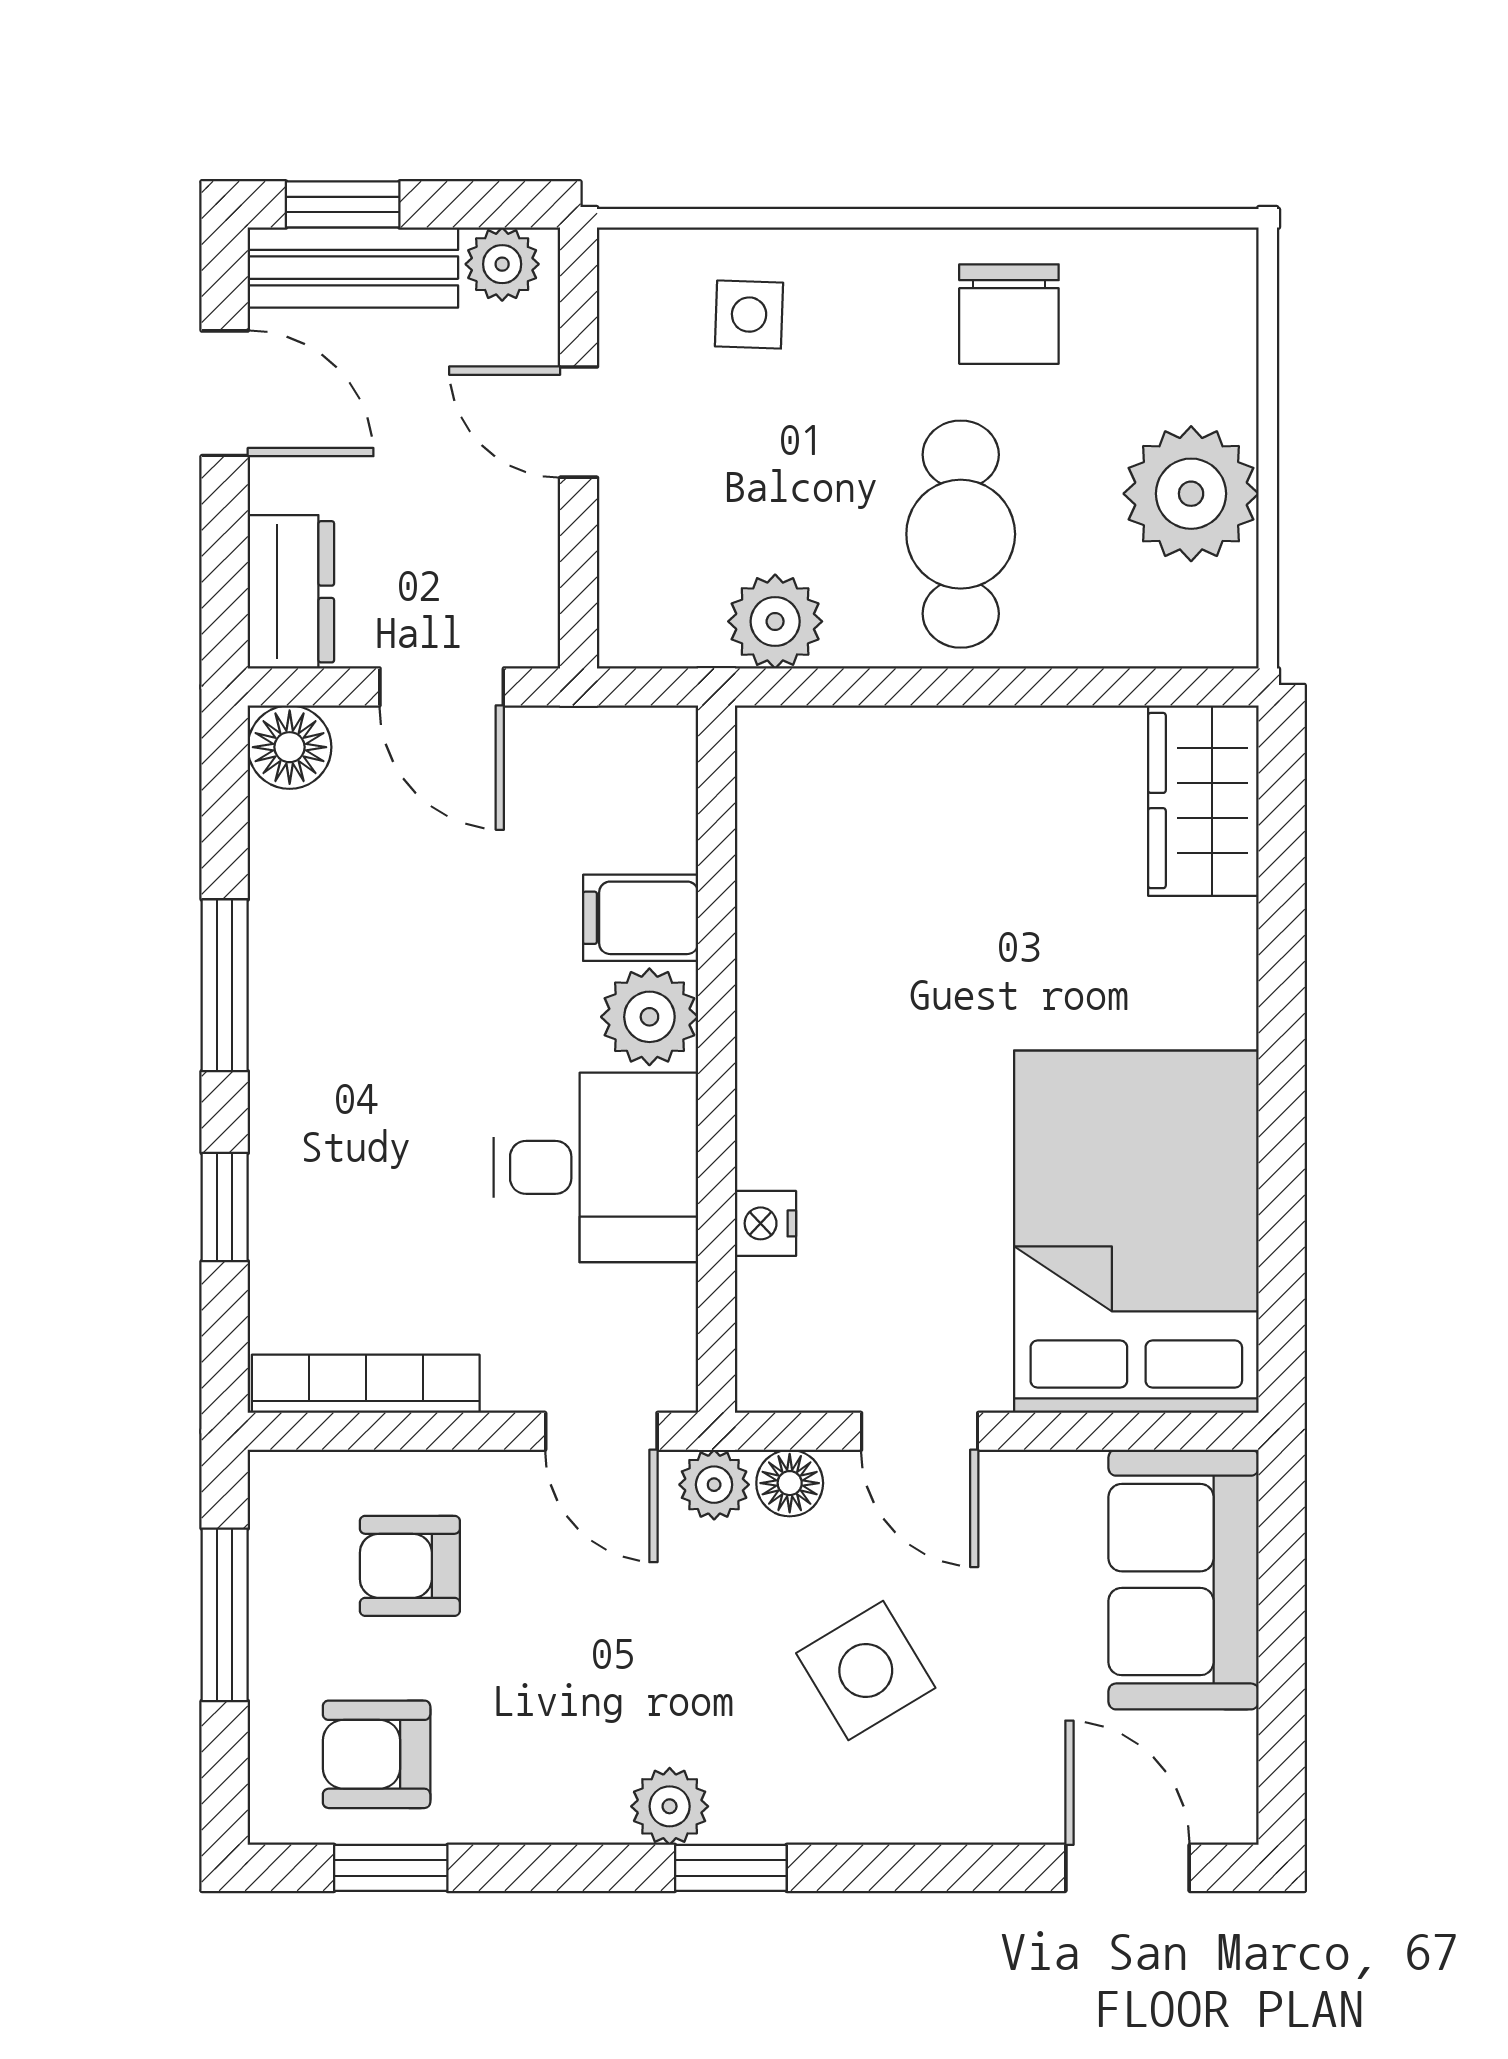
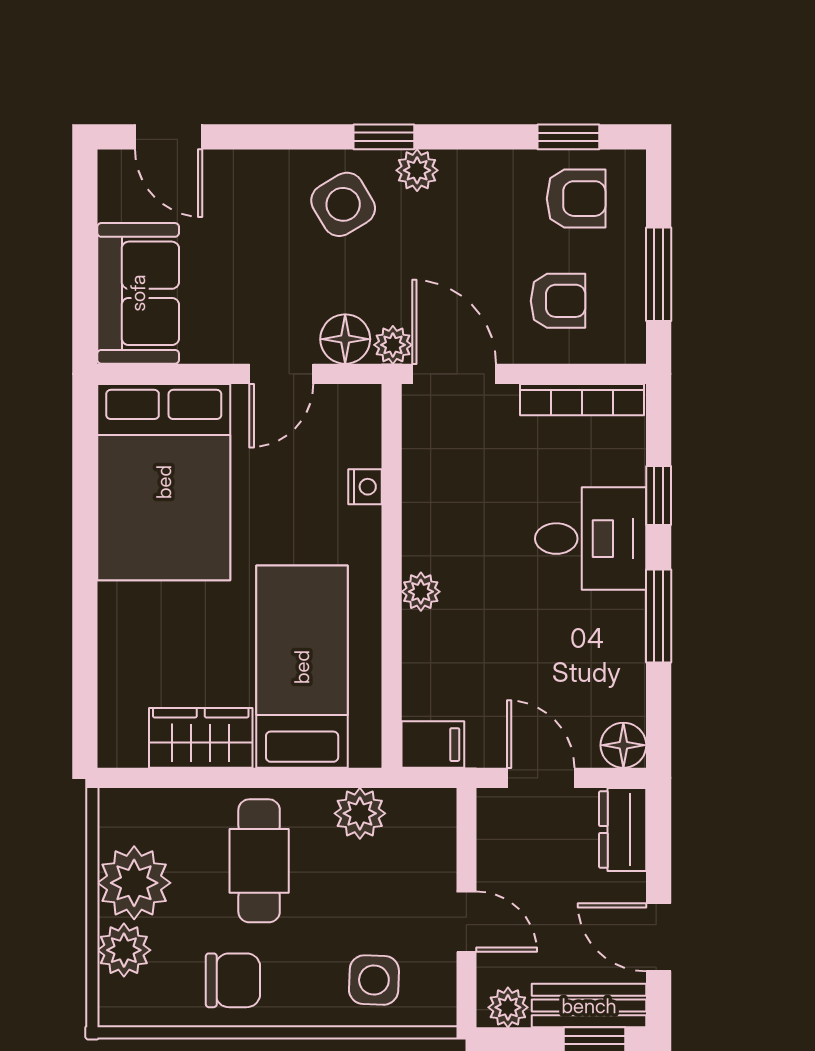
chair: (1009, 314) -> (233, 980), turned 90
side table: (749, 315) -> (374, 980), width x1.37, depth x1.37
plant: (1210, 370) -> (124, 950), added
wardrobe: (1203, 801) -> (201, 738), moved, turned -90
bed: (881, 892) -> (302, 667), added
filing cabinet: (641, 918) -> (433, 745), moved
plant: (649, 1017) -> (421, 592), width x0.73, depth x0.73
desk: (596, 1167) -> (591, 539), moved, turned 180
door: (601, 1431) -> (454, 374), width x1.38
door: (920, 1431) -> (281, 374), swing flipped
floor lamp: (790, 1483) -> (345, 339), width x1.37, depth x1.37
side table: (866, 1671) -> (343, 204), moved

